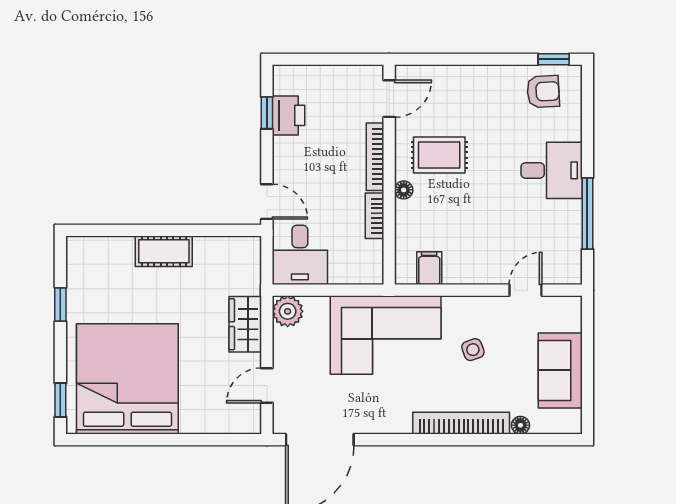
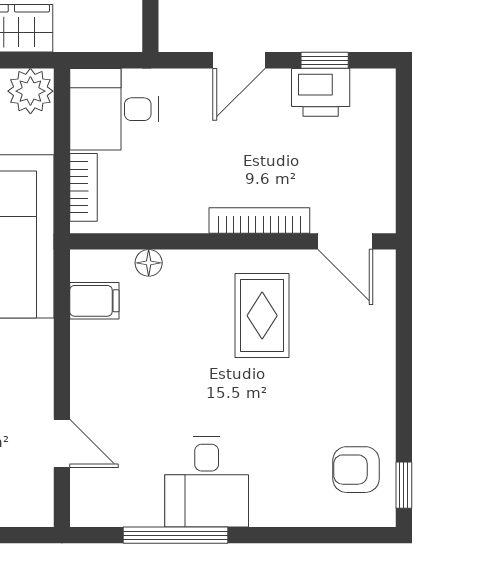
armchair: (543, 92) -> (356, 470), turned 93
desk: (552, 170) -> (207, 482), moved
floor lamp: (404, 190) -> (149, 263), moved
door: (267, 202) -> (239, 60), moved
bookcase: (374, 216) -> (83, 187), moved, turned 90

